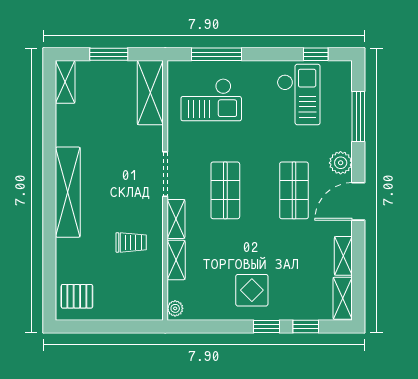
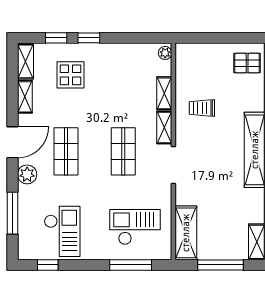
window: (109, 54) -> (220, 265), width x1.44
checkout: (299, 94) -> (62, 231), turned 180
display table: (252, 290) -> (70, 75), moved

